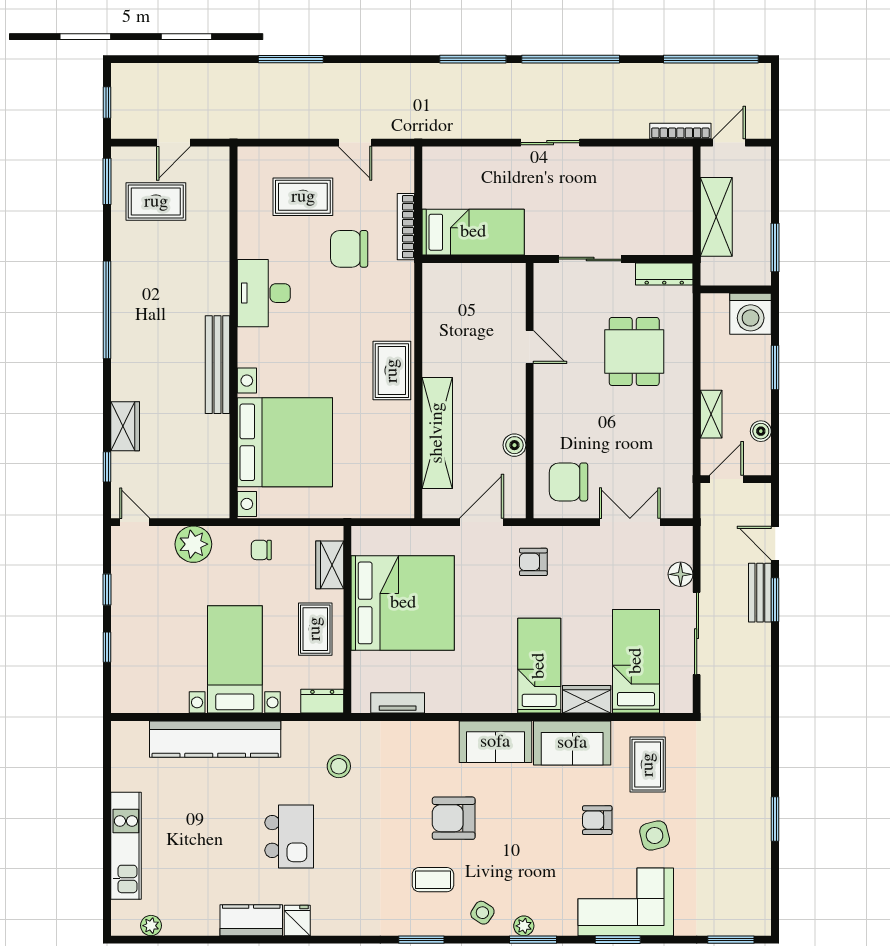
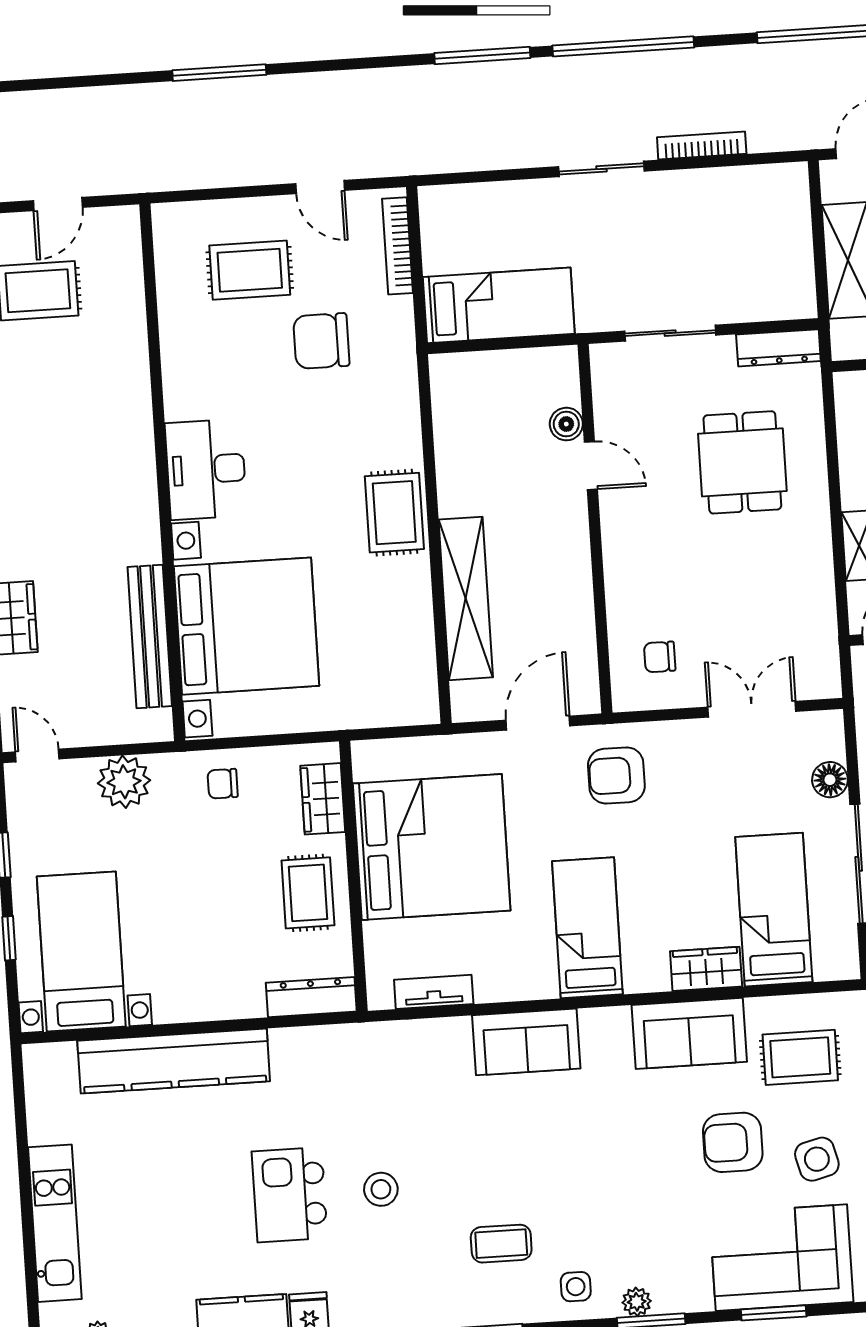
bookcase: (680, 131) -> (702, 146), moved
bookcase: (406, 227) -> (398, 246), moved
desk: (264, 293) -> (206, 469), moved
bench: (218, 365) -> (150, 636), moved
boiler: (514, 445) -> (566, 424), moved
chair: (569, 482) -> (660, 657), width x0.54, depth x0.54
armchair: (533, 562) -> (616, 776), width x1.38, depth x1.38
bed with nightstands: (235, 659) -> (81, 952), moved
bed: (539, 666) -> (587, 928), moved
dresser: (322, 701) -> (311, 997), width x1.44
sofa: (495, 742) -> (526, 1042), moved
rug: (648, 765) -> (800, 1057), turned 90
stool: (339, 766) -> (381, 1189), moved
armchair: (454, 818) -> (525, 1153), removed
armchair: (597, 820) -> (733, 1142), width x1.38, depth x1.38
kitchen island: (289, 836) -> (290, 1195), turned 180
side table: (482, 913) -> (576, 1287), turned -33

